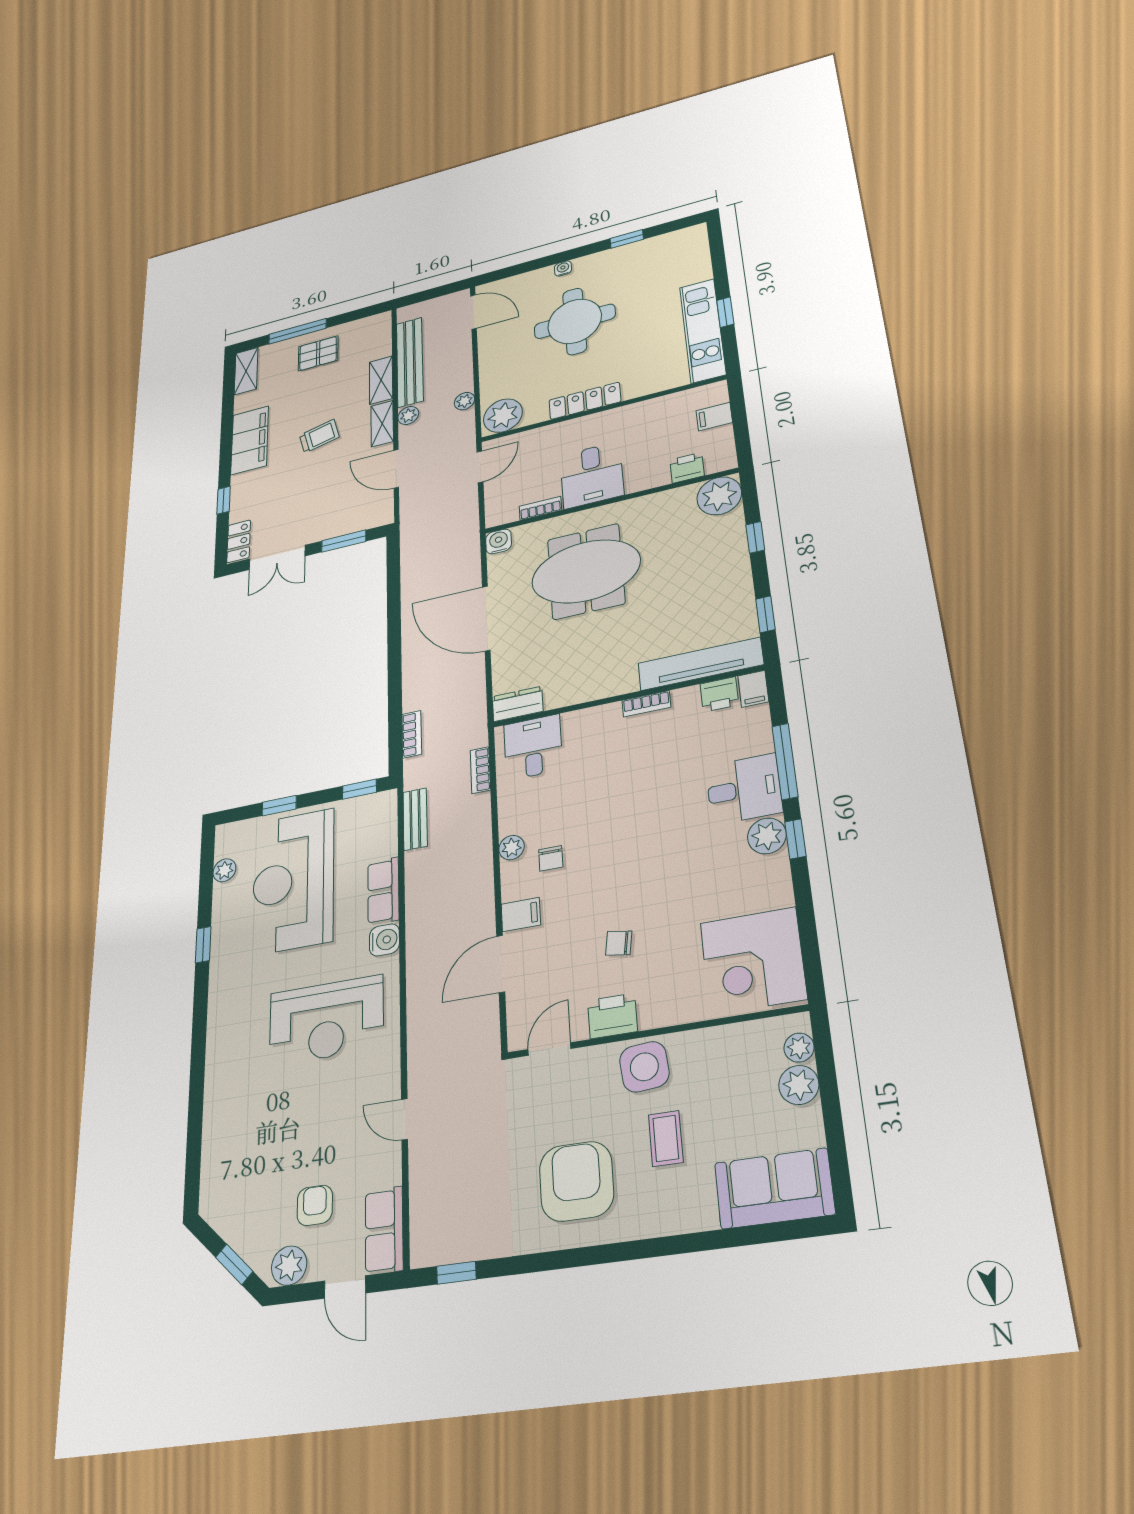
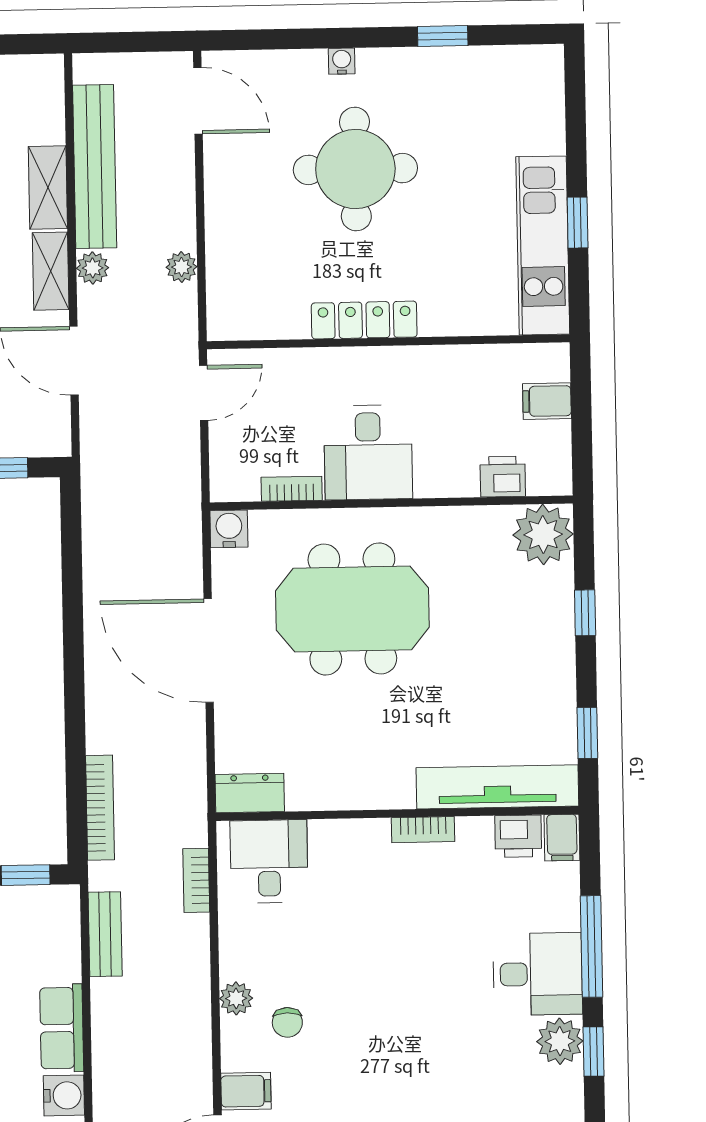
plant: (503, 416) -> (240, 311), removed
bookcase: (412, 734) -> (100, 808), width x1.56

